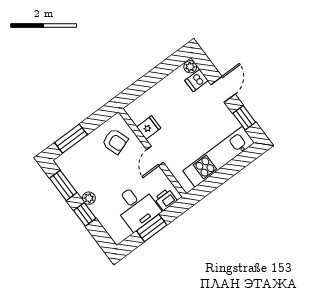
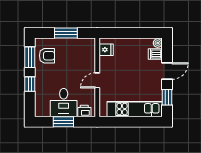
fridge: (149, 128) -> (106, 50), moved
window: (71, 139) -> (66, 33), moved
armchair: (115, 141) -> (47, 56), moved, turned -71
plant: (89, 198) -> (39, 76), removed

